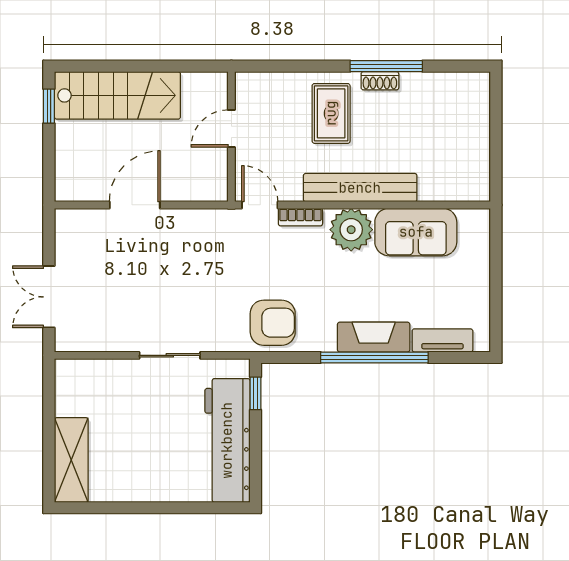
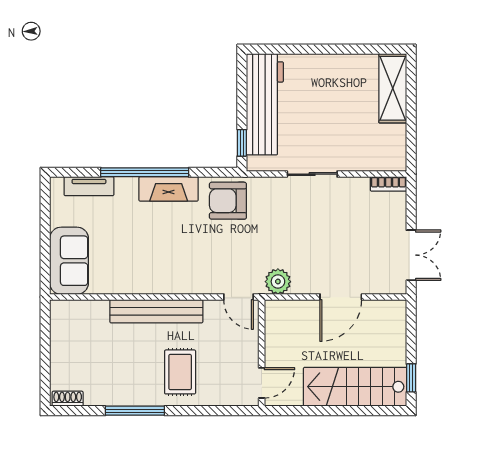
shoe rack: (380, 81) -> (68, 399), moved
door: (231, 128) -> (262, 383), moved
bookcase: (300, 217) -> (388, 184), moved, turned 180
plant: (351, 230) -> (278, 282), moved, width x0.73, depth x0.73
sofa: (416, 232) -> (69, 261), moved, turned 90
double door: (49, 297) -> (411, 255), moved
fireplace: (374, 337) -> (169, 189), moved

